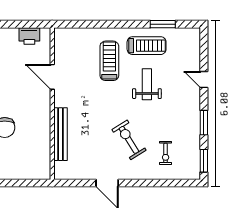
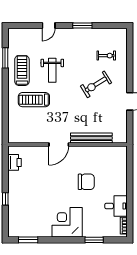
door: (52, 77) -> (59, 144), moved
weight bench: (147, 84) -> (52, 70), turned -90
window: (204, 161) -> (112, 26), removed

